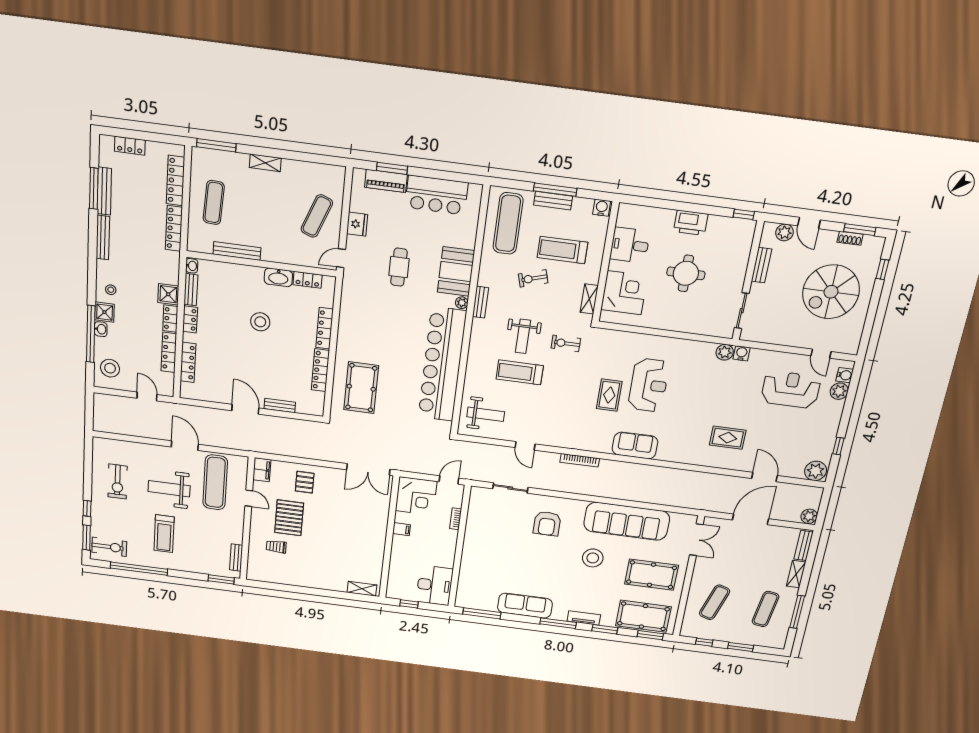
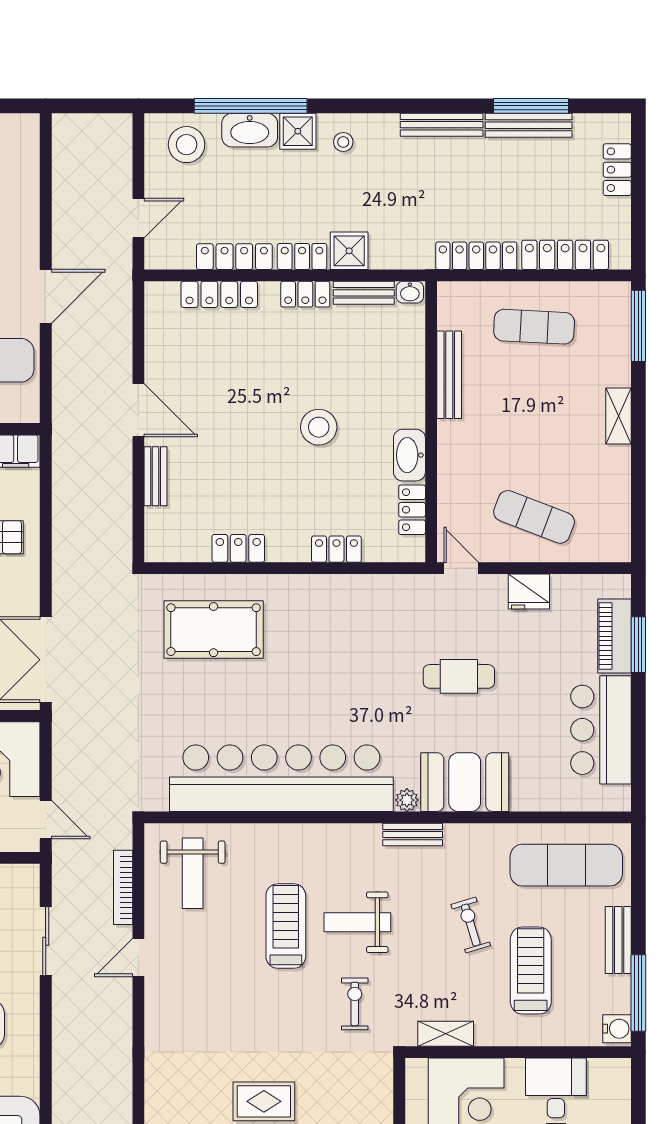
window: (555, 190) -> (638, 993), moved
locker: (324, 328) -> (336, 549), width x0.66
washbasin: (101, 329) -> (250, 130), width x1.91, depth x1.45
locker: (320, 370) -> (238, 548), width x0.66
door: (245, 409) -> (138, 410), hinge flipped
bookcase: (580, 460) -> (123, 887), moved

